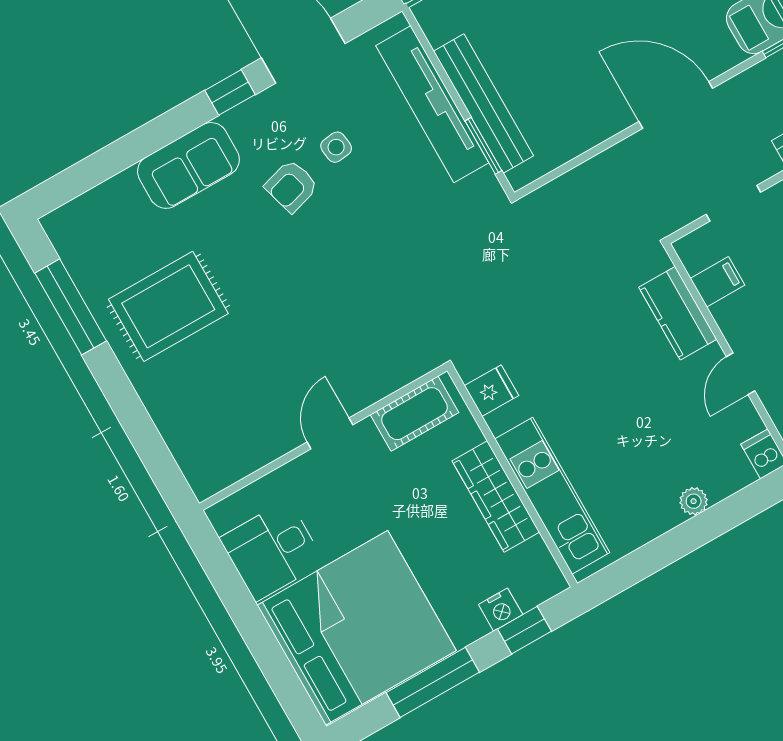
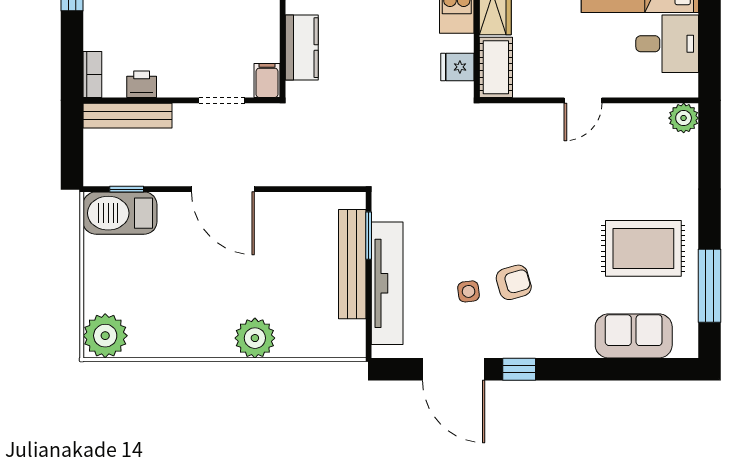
sofa: (188, 165) -> (634, 336), moved
filing cabinet: (718, 282) -> (267, 80), moved, turned 90
cot: (415, 414) -> (496, 67), moved, turned 90
plant: (206, 478) -> (684, 118), added

